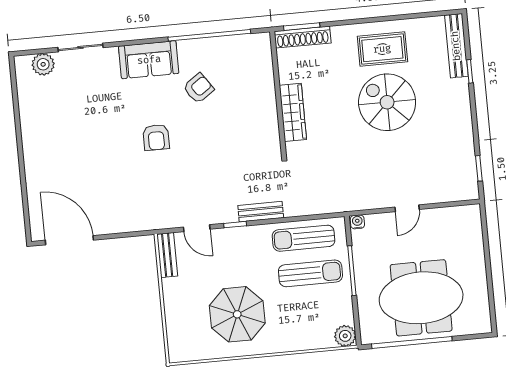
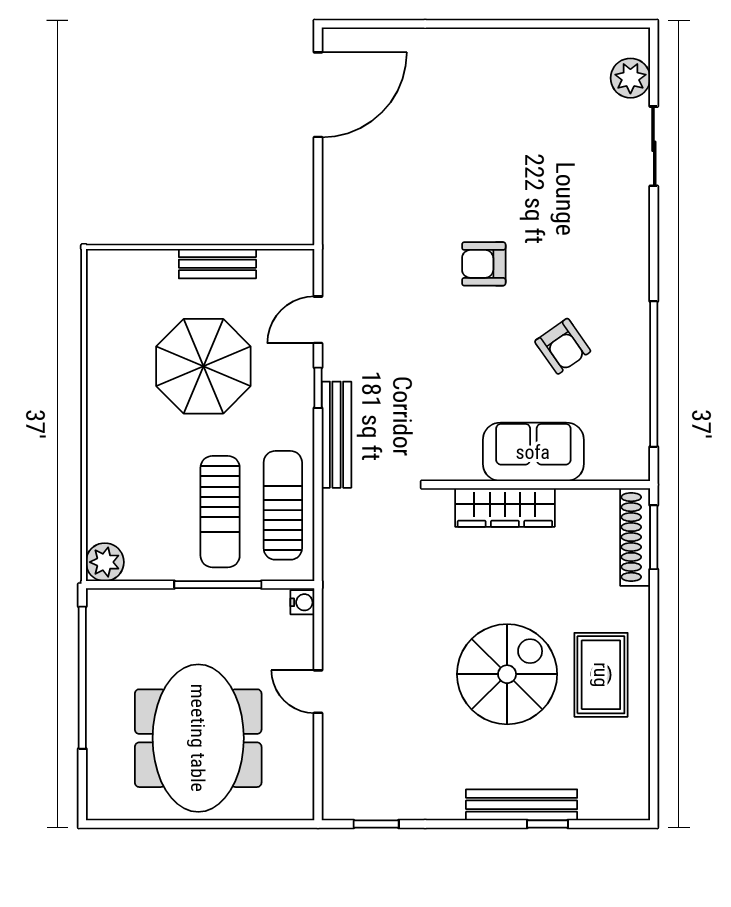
bench: (456, 46) -> (522, 805), moved
sofa: (149, 60) -> (533, 452), moved, turned 90
bench: (261, 212) -> (336, 435), width x1.36
bench: (167, 255) -> (217, 264), moved
meeting table: (421, 298) -> (198, 738), moved
parasol: (237, 314) -> (203, 366), moved

